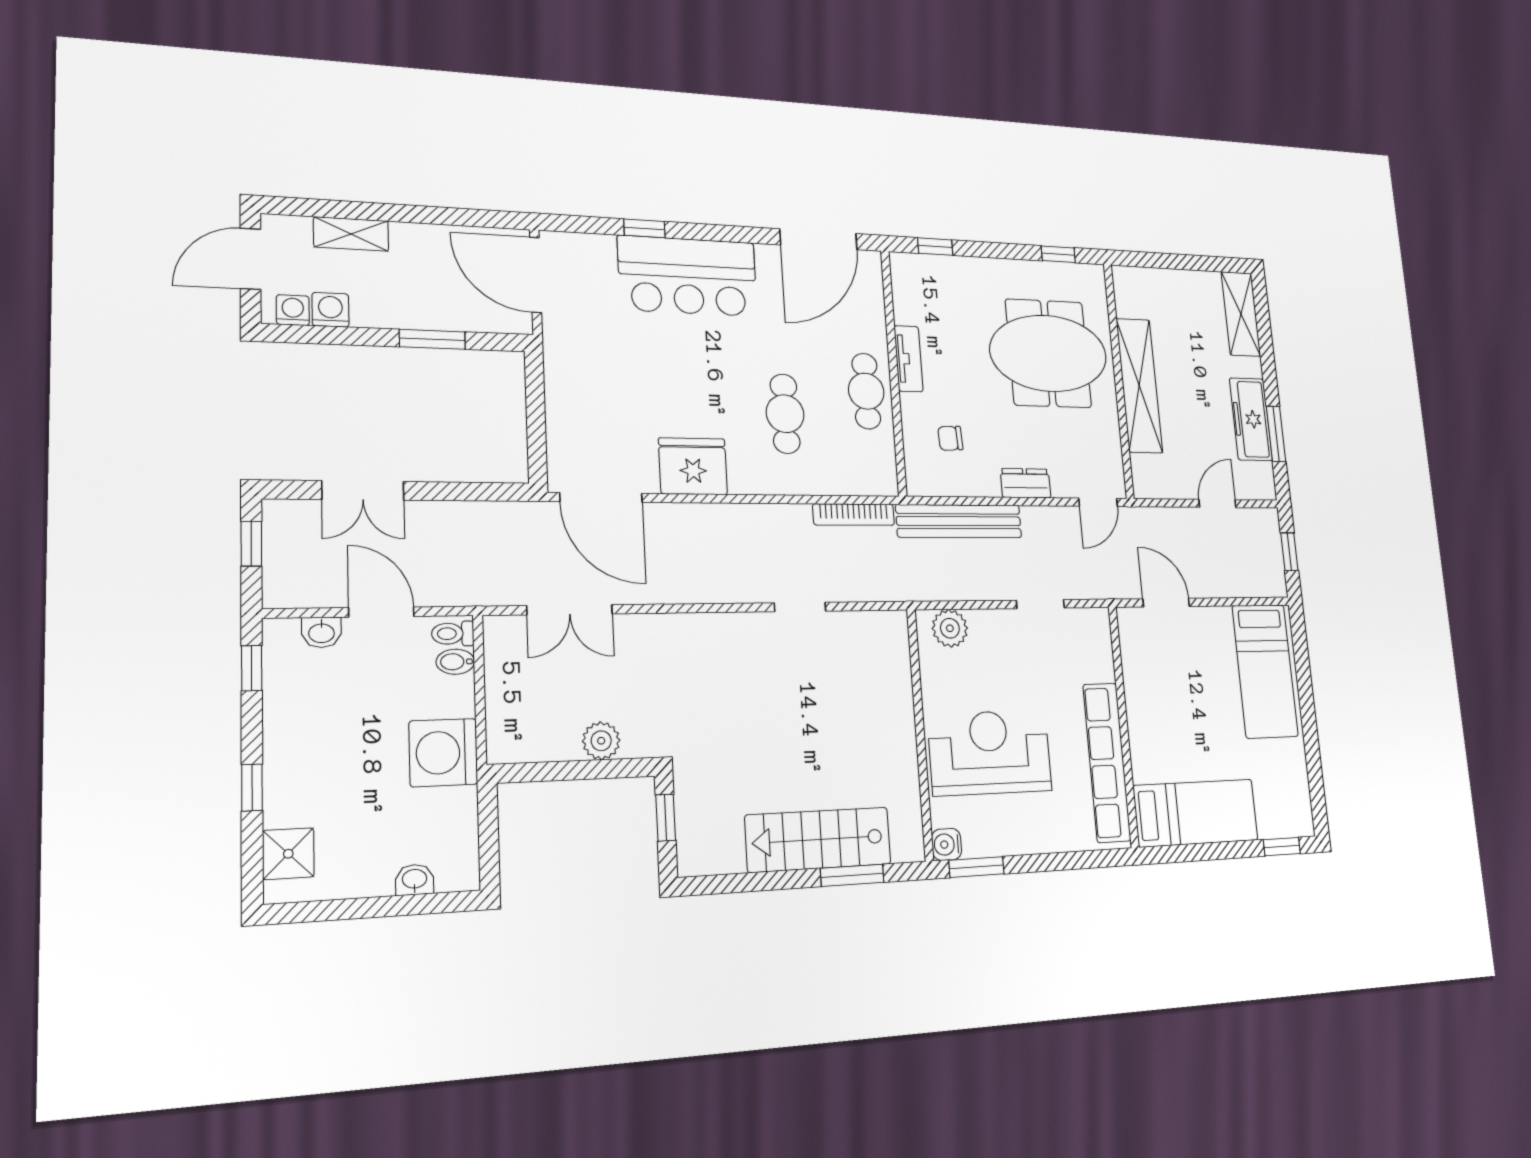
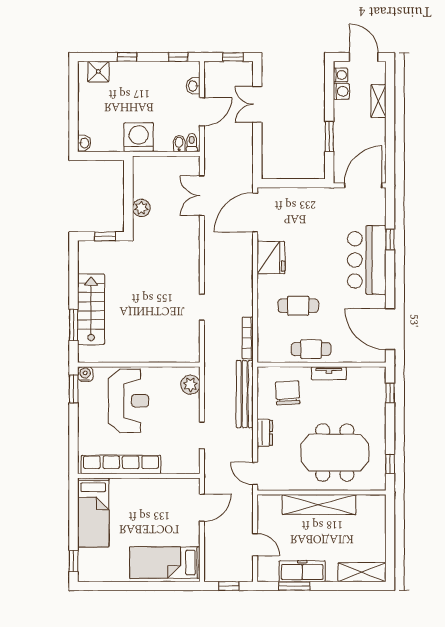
meeting table: (1048, 353) -> (335, 453), turned 90
chair: (950, 438) -> (288, 393), width x1.87, depth x1.87
washbasin: (415, 880) -> (84, 143), moved

